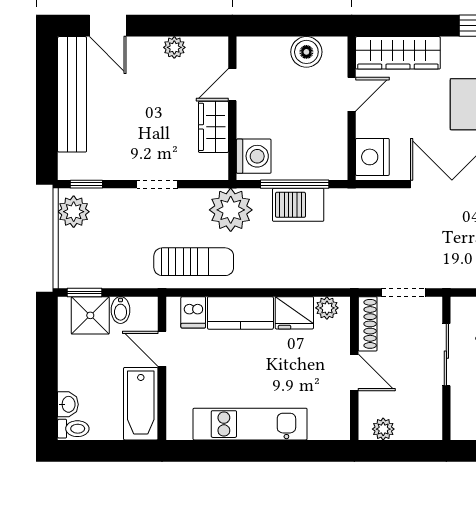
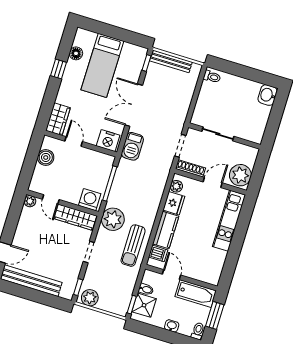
plant: (174, 47) -> (30, 201), moved
wardrobe: (398, 53) -> (58, 119), width x0.67
wardrobe: (213, 127) -> (75, 217), width x1.50
barbecue: (298, 205) -> (132, 146), moved
sun lounger: (194, 262) -> (133, 246), turned 180
door: (162, 349) -> (172, 275), swing flipped
washbasin: (68, 404) -> (172, 326), moved
kitchen unit: (250, 424) -> (229, 221), moved
plant: (383, 429) -> (240, 175), width x1.88, depth x1.88
window: (111, 451) -> (215, 315), added

